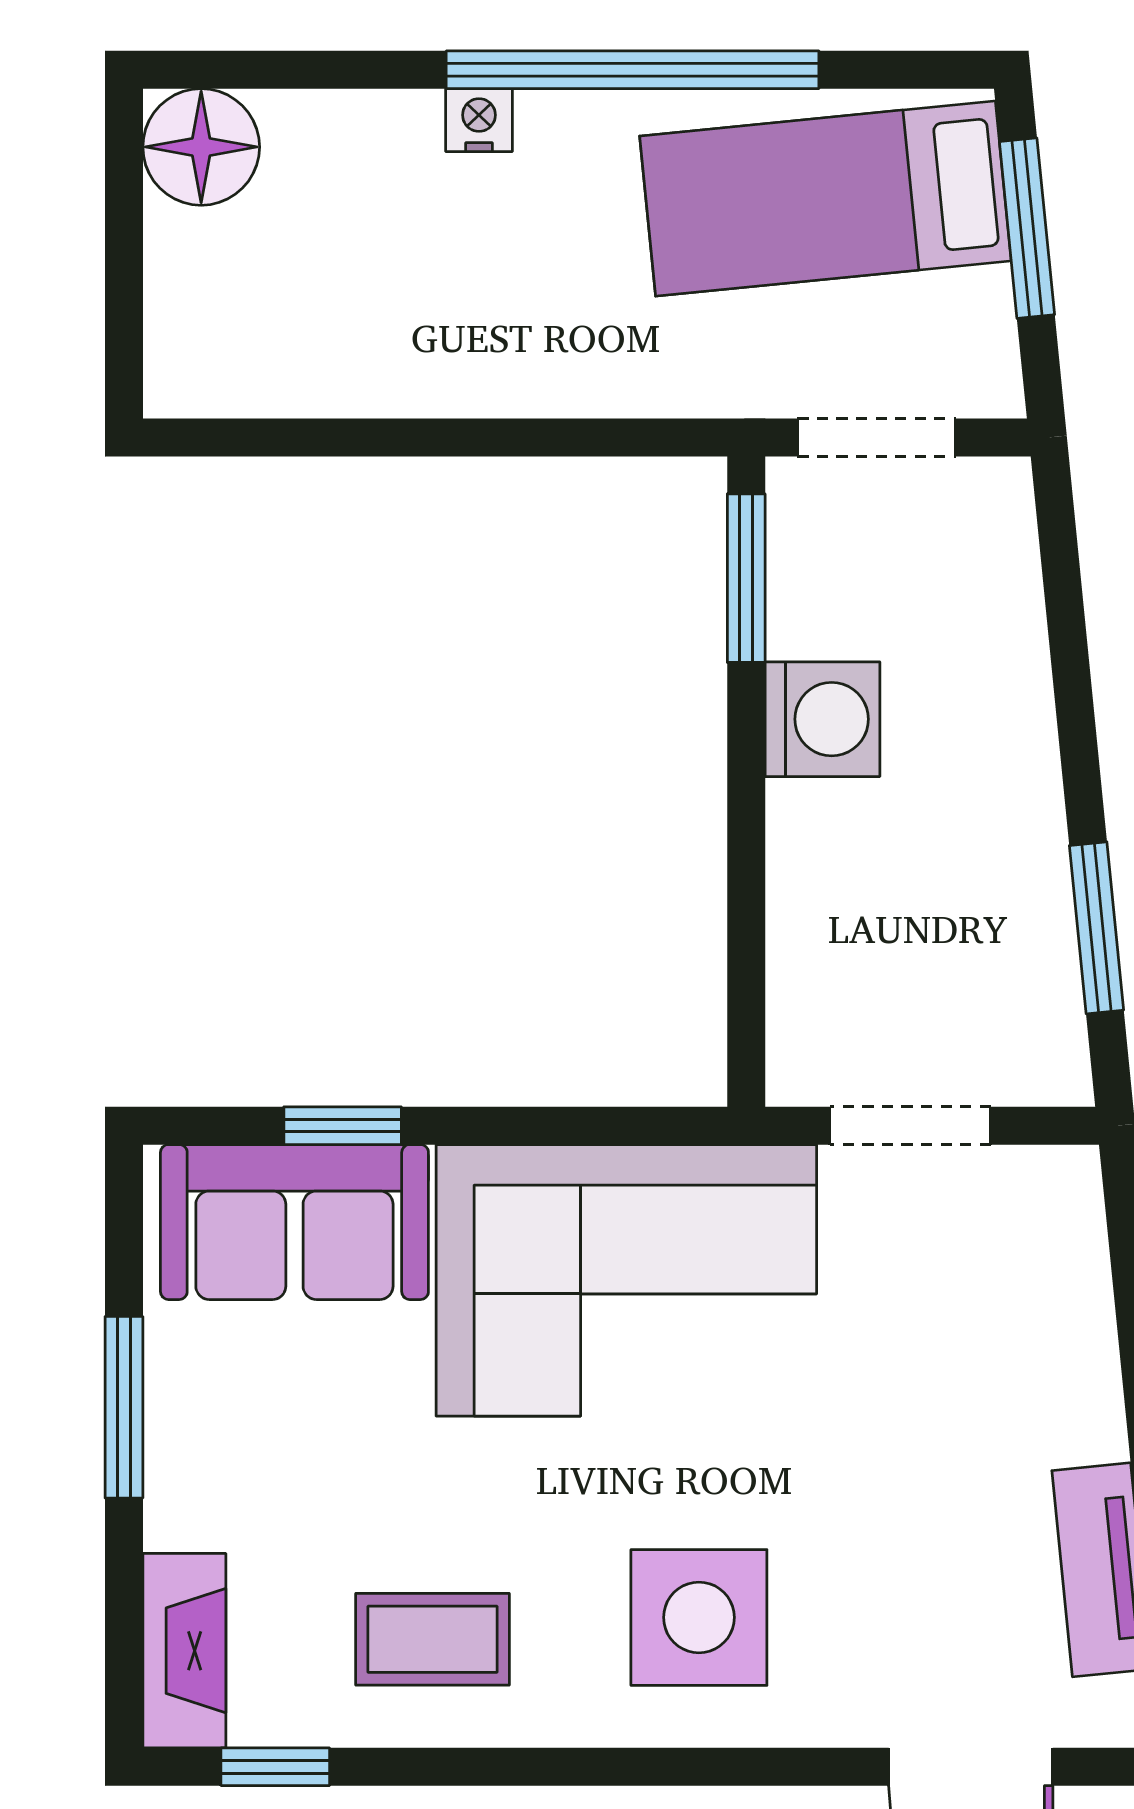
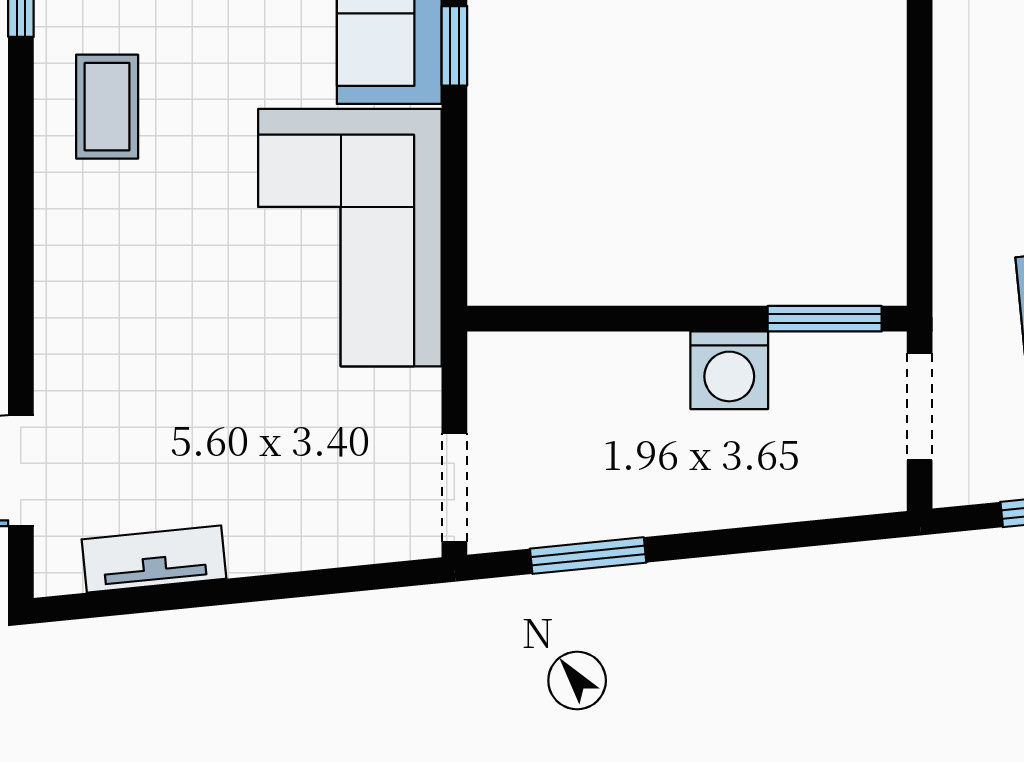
doorway: (910, 1126) -> (454, 487), moved
side table: (699, 1617) -> (122, 287), removed

